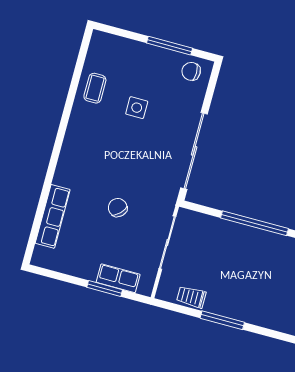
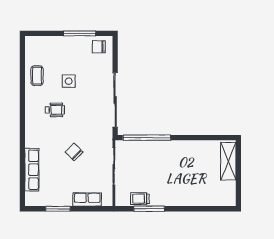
wheelchair: (107, 142) -> (55, 110), added
window: (254, 223) -> (147, 138), moved
window: (105, 288) -> (58, 209), moved
window: (222, 320) -> (149, 209), moved

